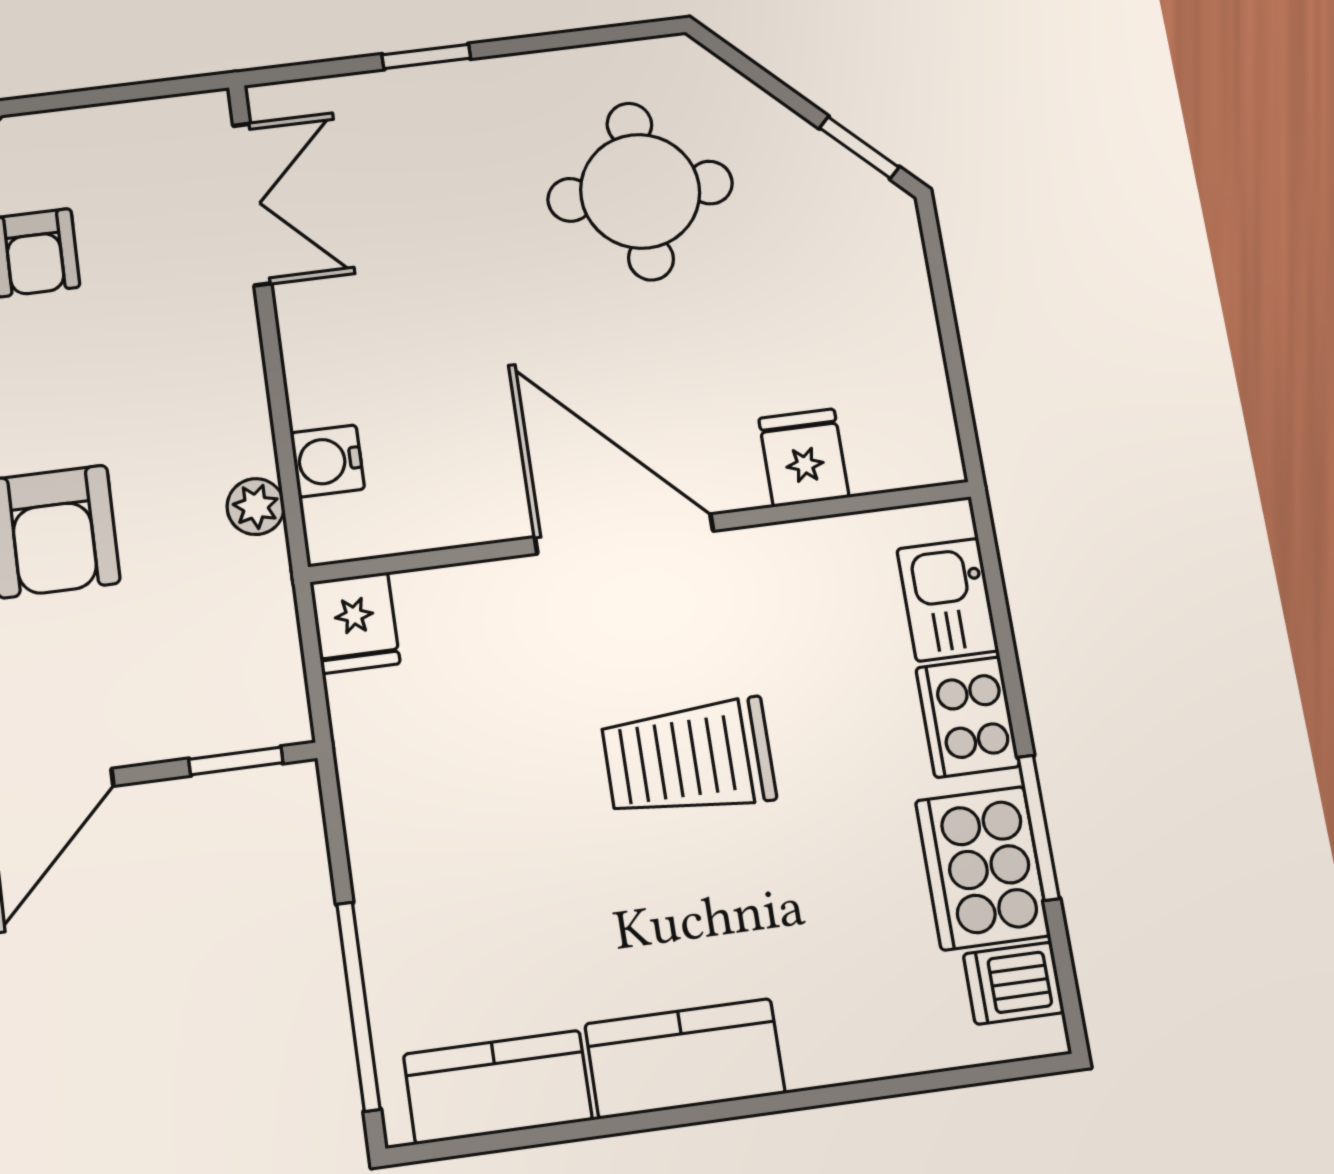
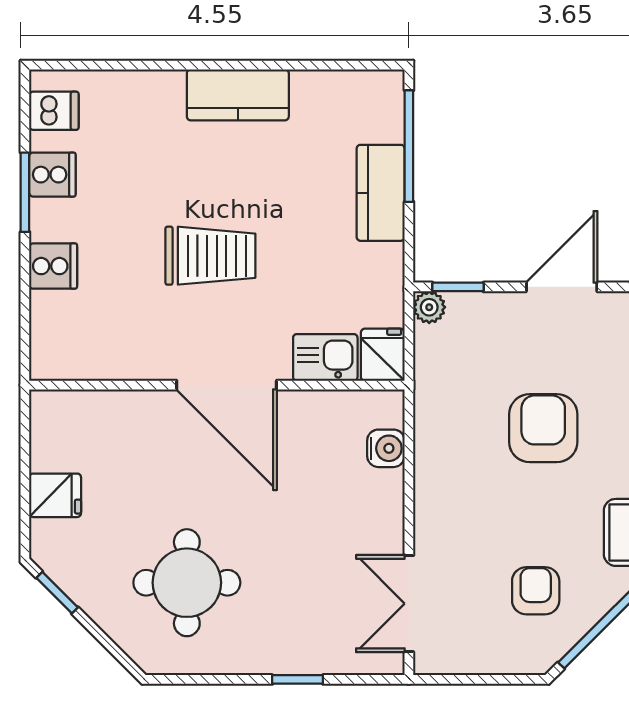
fridge: (804, 458) -> (55, 495), moved, turned -90
plant: (256, 507) -> (429, 307), moved
kitchen sink: (948, 600) -> (325, 357), moved, turned -90
cooker: (968, 717) -> (53, 266), width x0.73
cooker: (983, 868) -> (52, 175), width x0.53, depth x0.76
kitchen counter: (498, 1087) -> (381, 193), moved, turned 90

